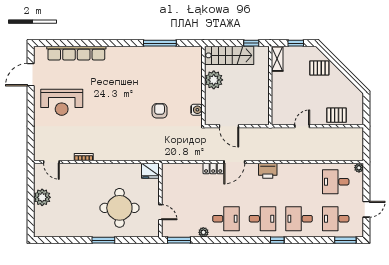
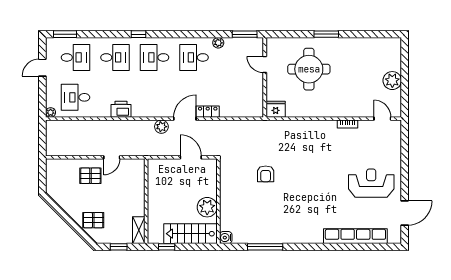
water cooler: (196, 110) -> (226, 238), moved
pallet: (337, 115) -> (90, 176), moved
plant: (256, 155) -> (161, 127), added
printer: (268, 171) -> (121, 109), moved
desk: (336, 182) -> (76, 97), turned 180

